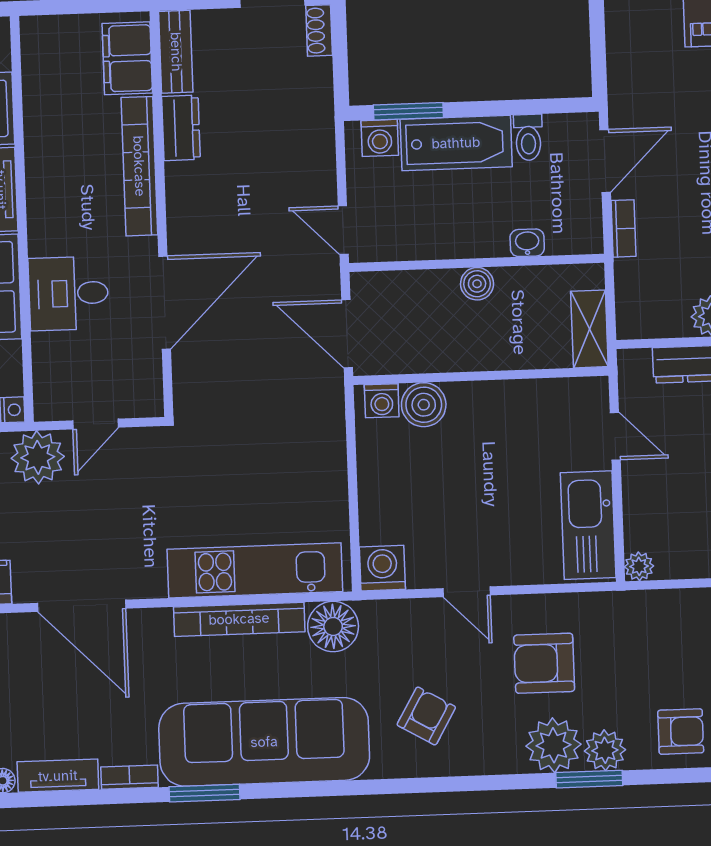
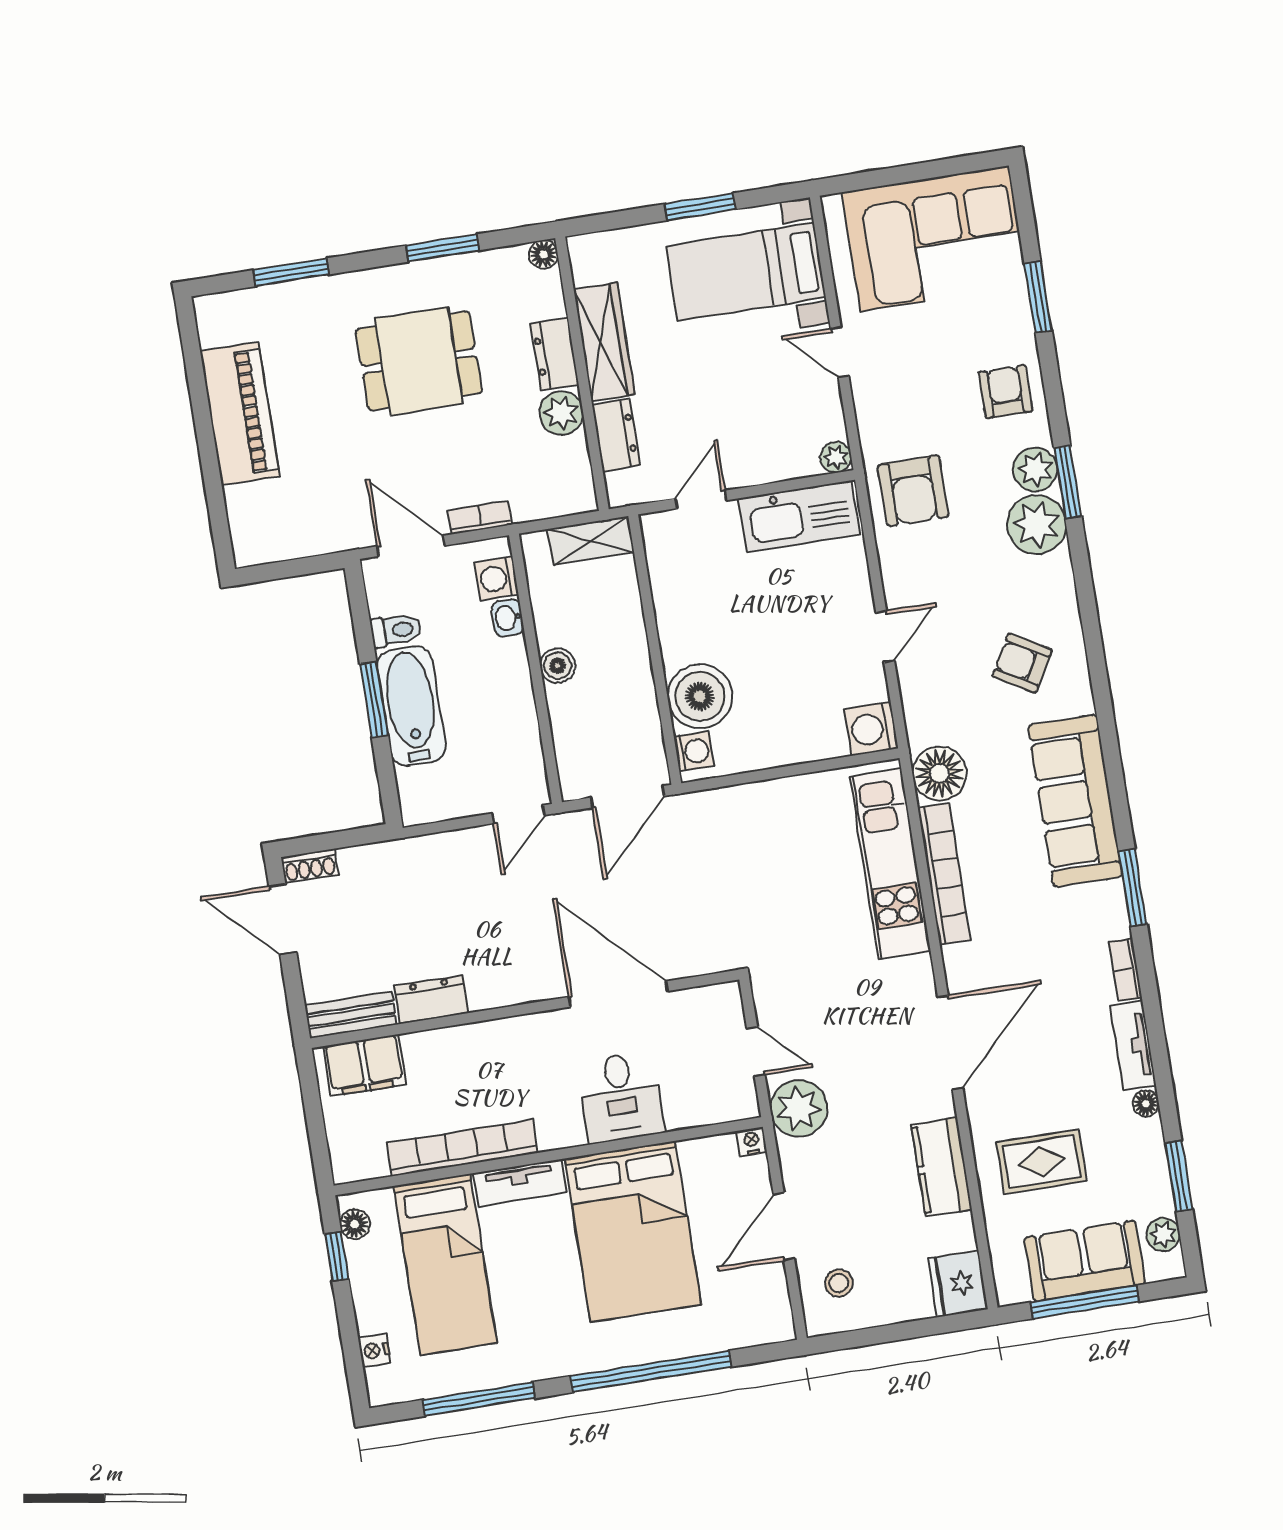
window: (408, 111) -> (374, 700), moved
washing machine: (380, 138) -> (497, 579), moved, turned 180
bookcase: (139, 166) -> (462, 1148), moved, turned 180
boiler: (424, 405) -> (700, 696), width x1.37, depth x1.37
armchair: (544, 663) -> (913, 491), moved
sofa: (264, 742) -> (1075, 801), width x0.74, depth x0.79

